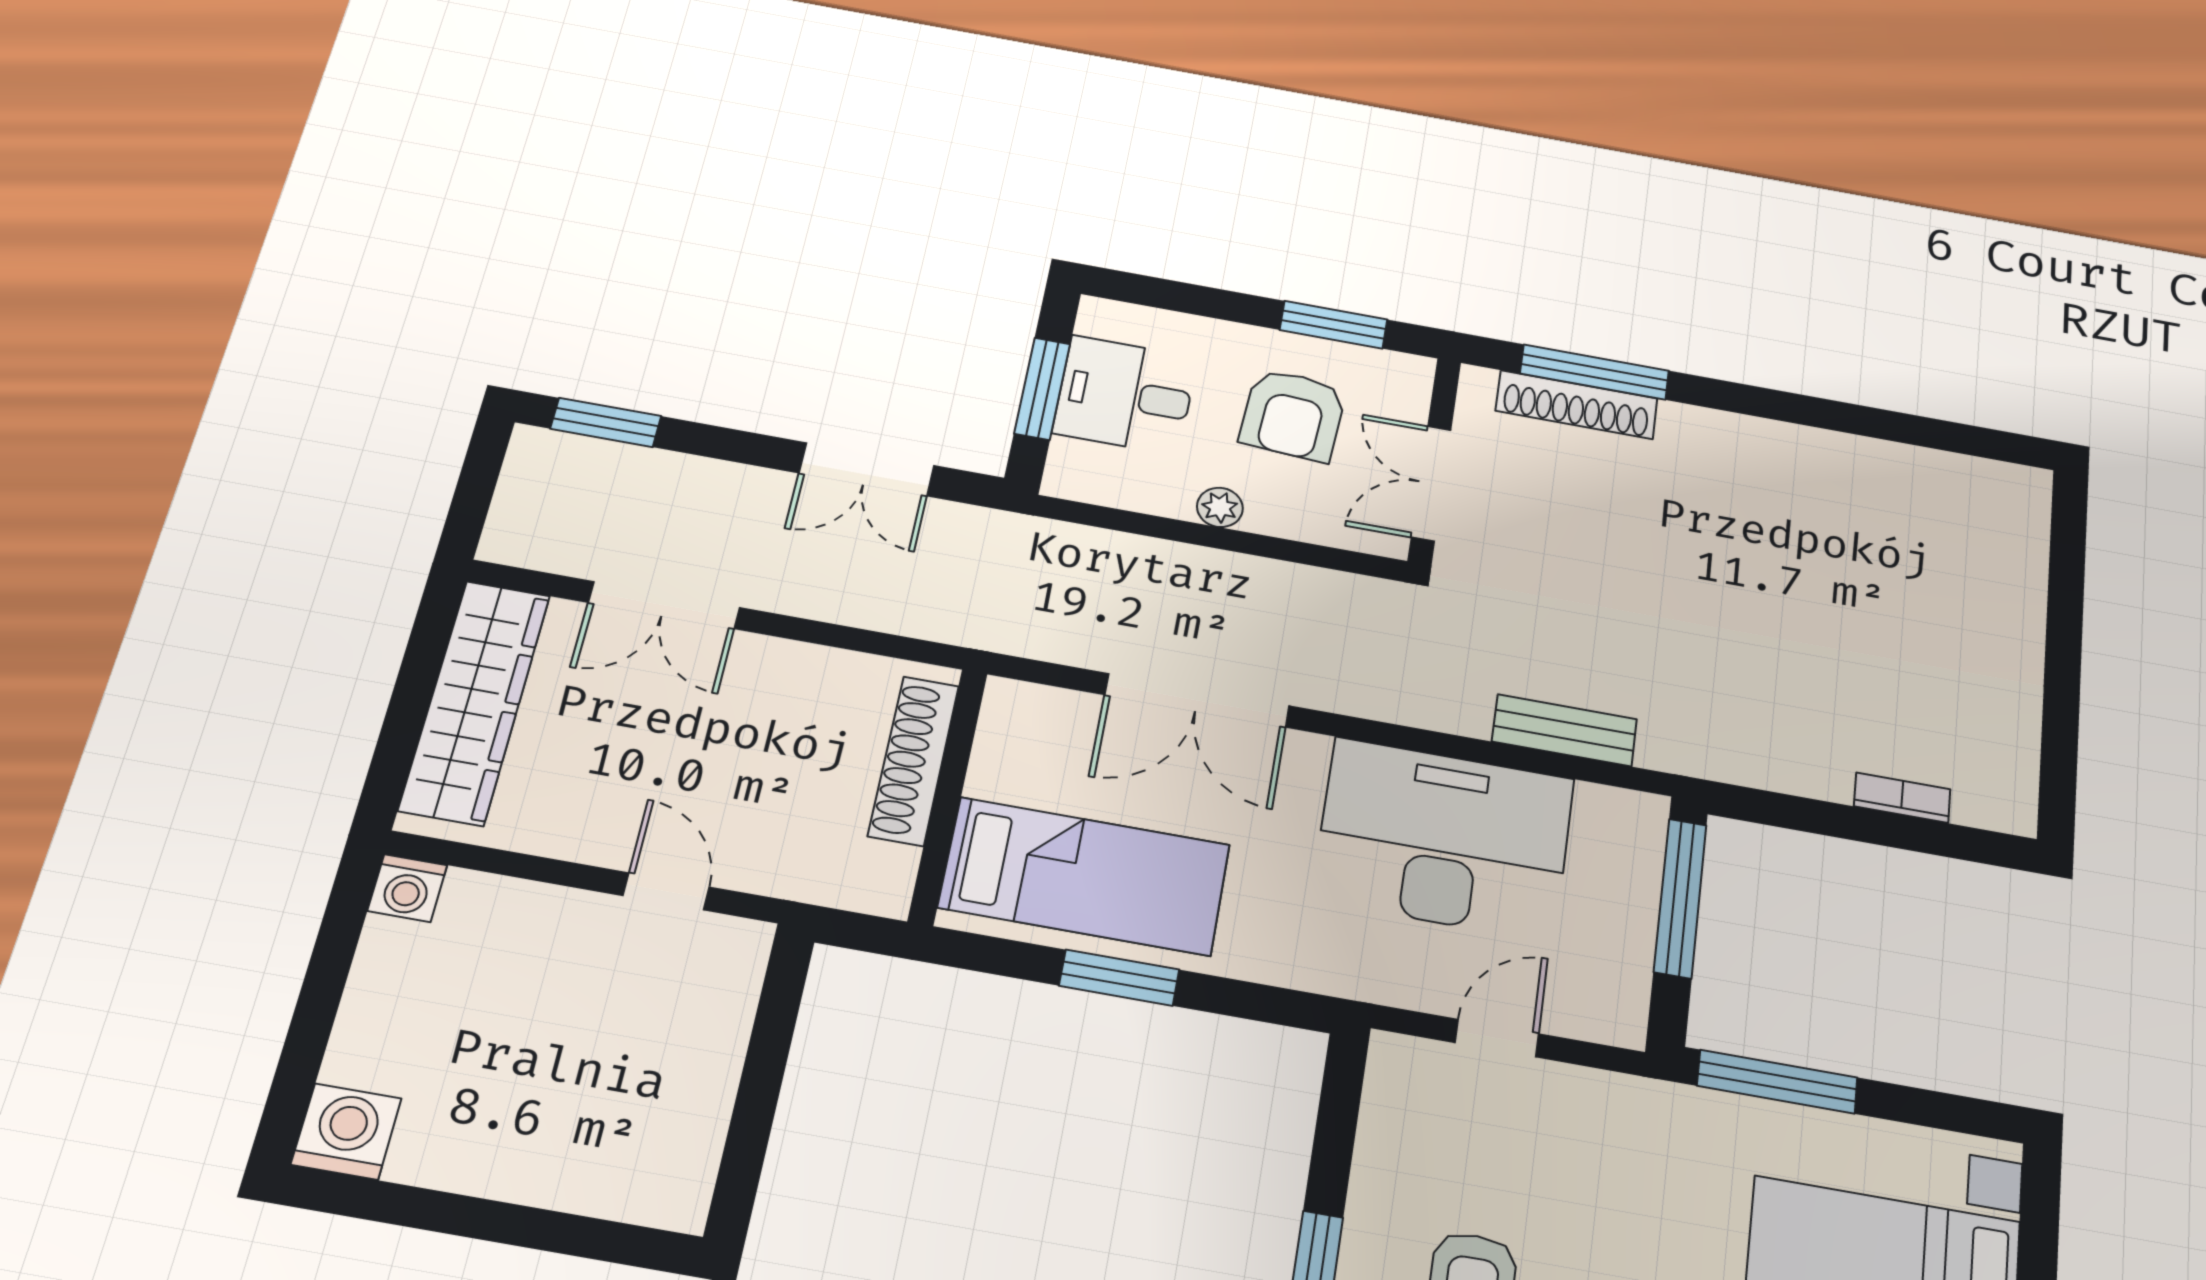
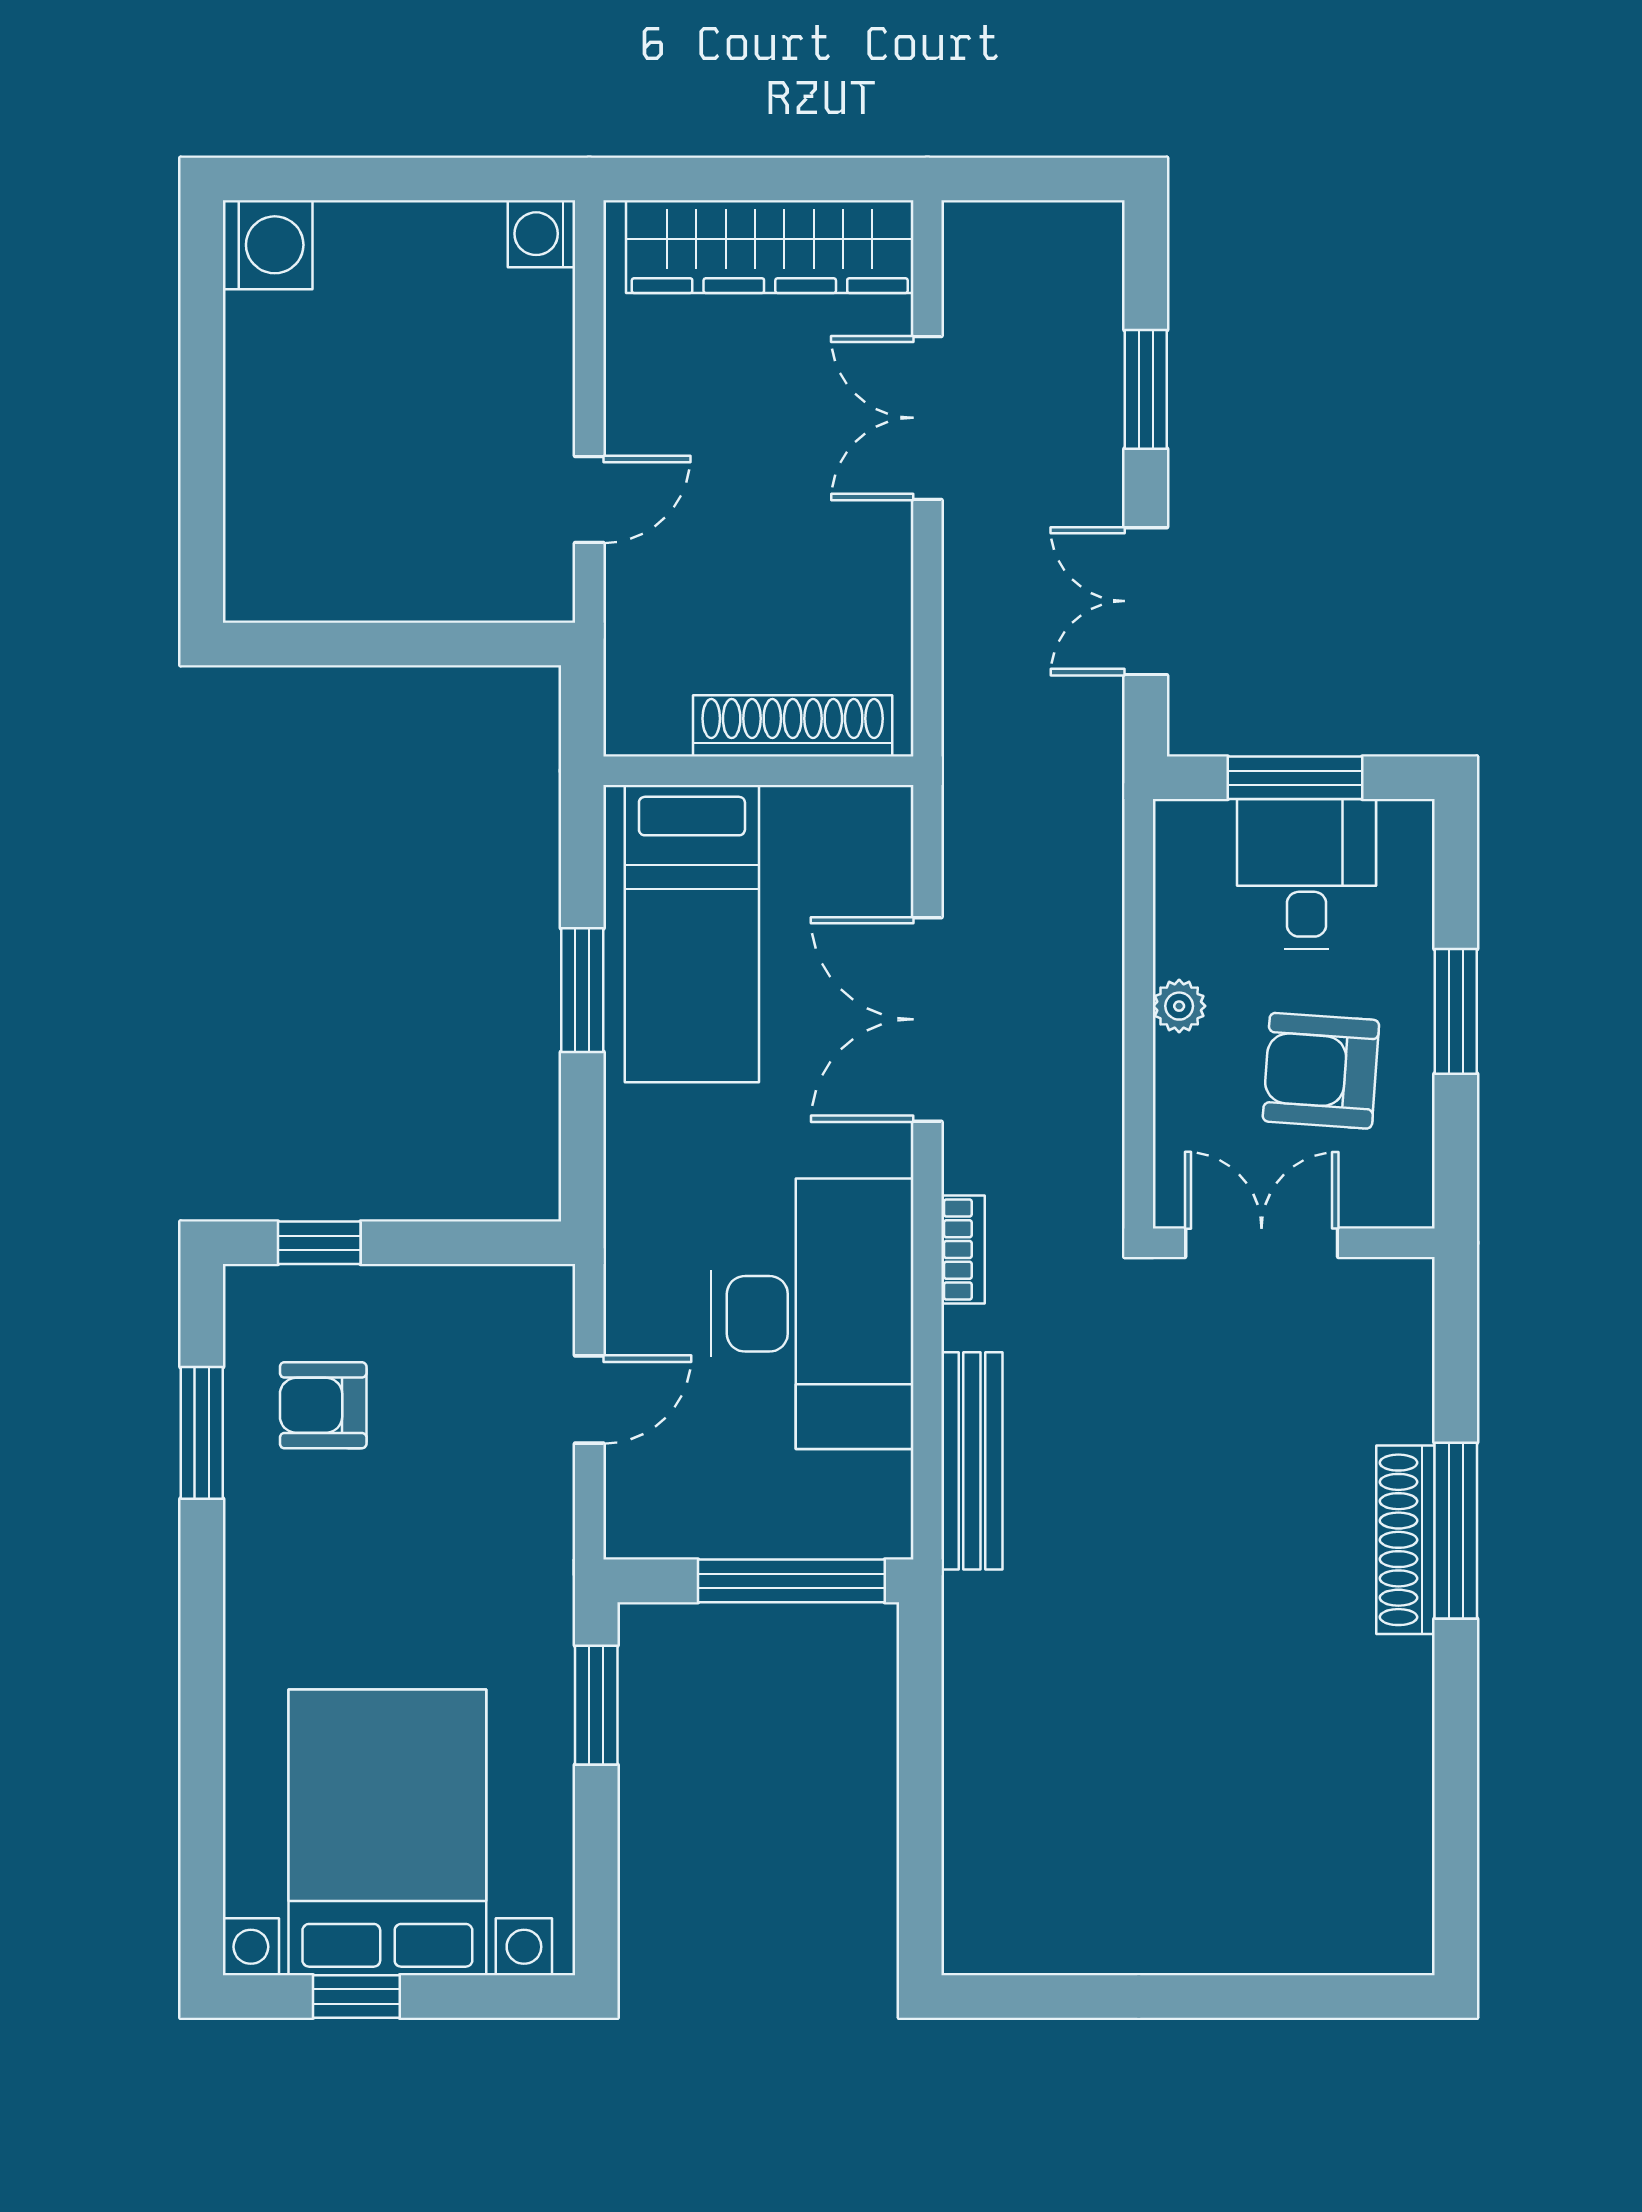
window: (1333, 325) -> (1456, 1011), moved
window: (1594, 372) -> (1456, 1531), moved
shoe rack: (1577, 405) -> (1405, 1540), moved
window: (606, 422) -> (1146, 389), moved
bench: (1564, 730) -> (972, 1461), width x1.36
bookcase: (1902, 798) -> (963, 1249), moved
door: (1497, 1038) -> (589, 1400), hinge flipped
window: (1777, 1082) -> (596, 1705), width x0.69

